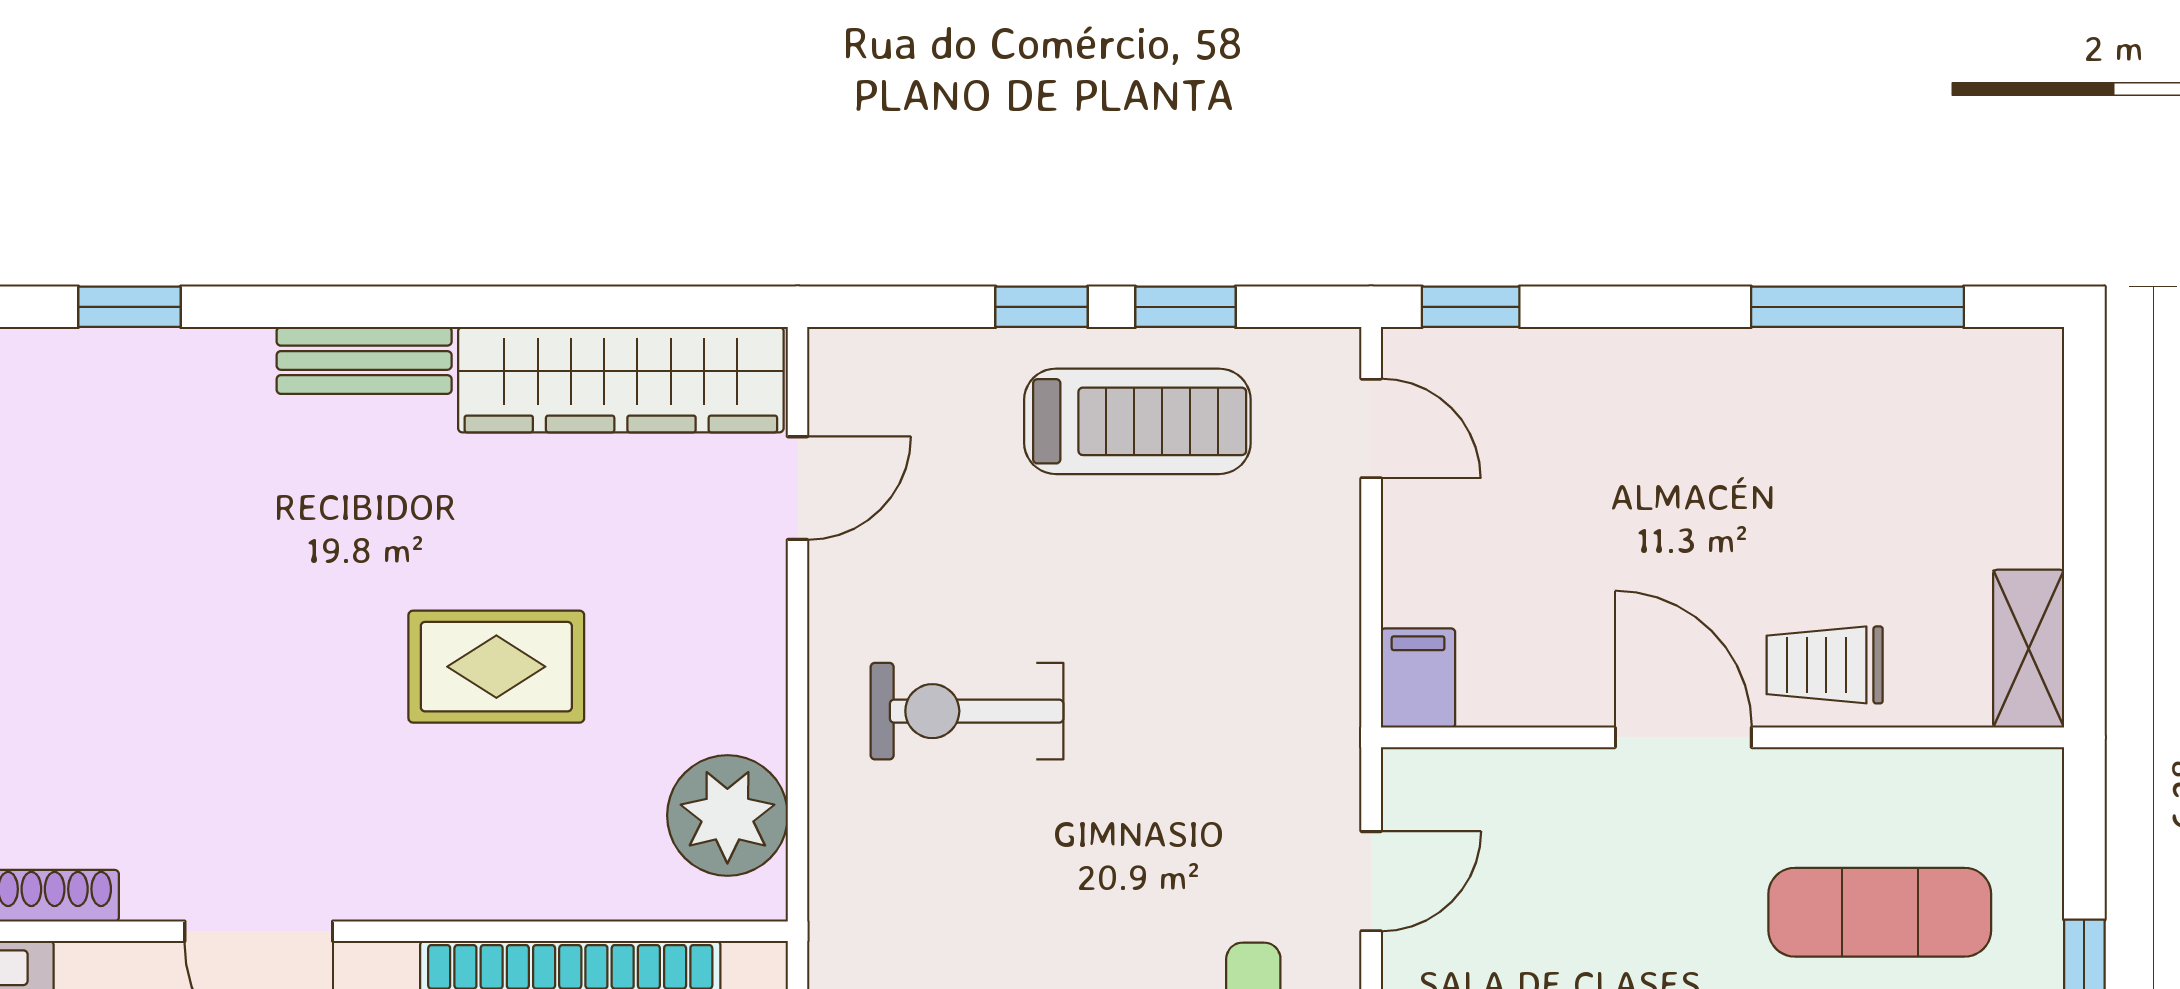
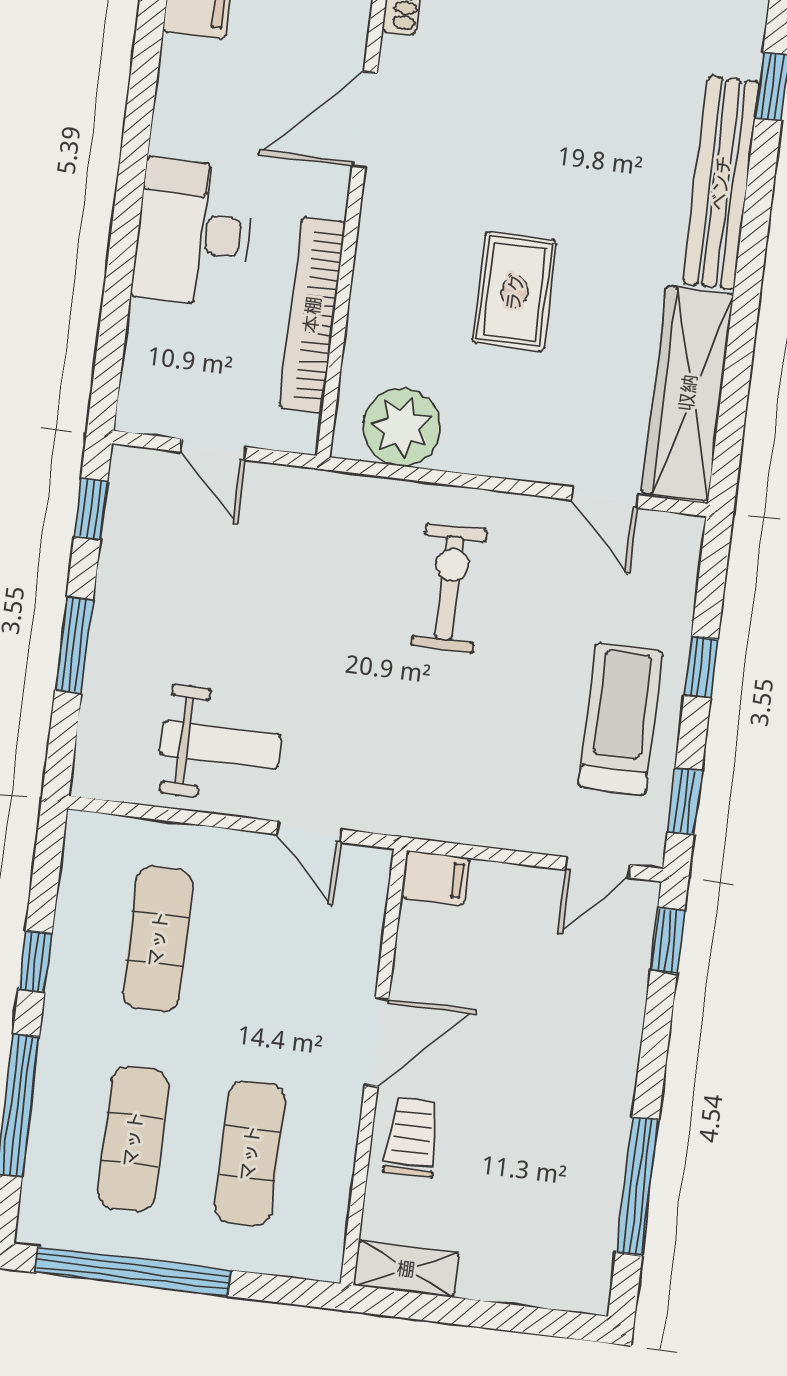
window: (1185, 307) -> (685, 801), moved
bench: (364, 360) -> (721, 183), width x1.86, depth x1.21
treadmill: (1137, 421) -> (621, 719), turned 180

